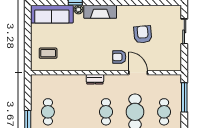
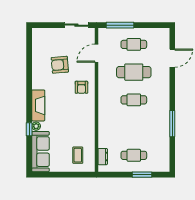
sliding door: (184, 31) -> (76, 25), moved
door: (138, 73) -> (96, 53), moved
dresser: (95, 79) -> (103, 157), moved

